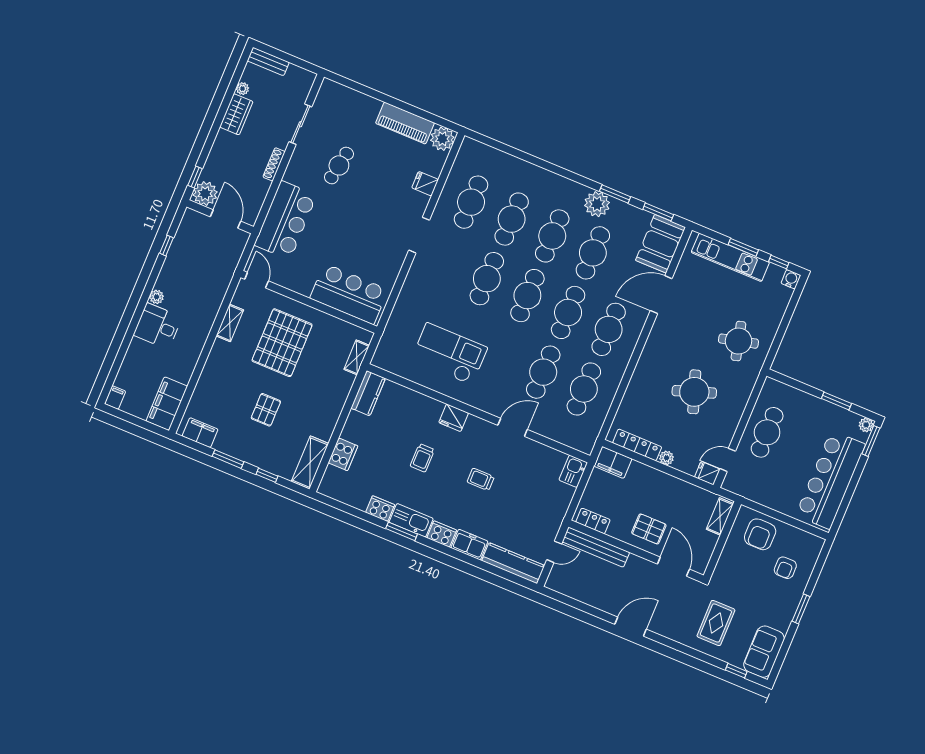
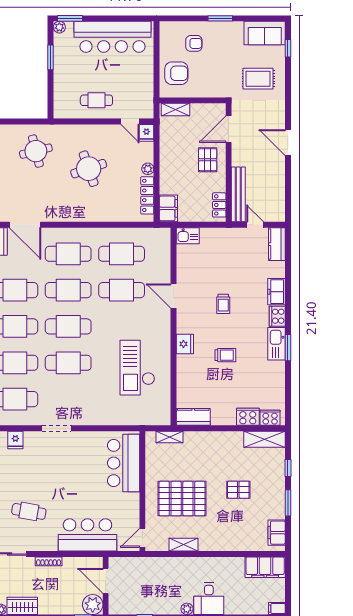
door: (226, 219) -> (106, 581), hinge flipped
cafe table: (767, 432) -> (96, 100), width x0.73, depth x0.74
cooker: (380, 509) -> (270, 418), moved, turned 90
kitchen counter: (513, 563) -> (277, 244), width x0.67

